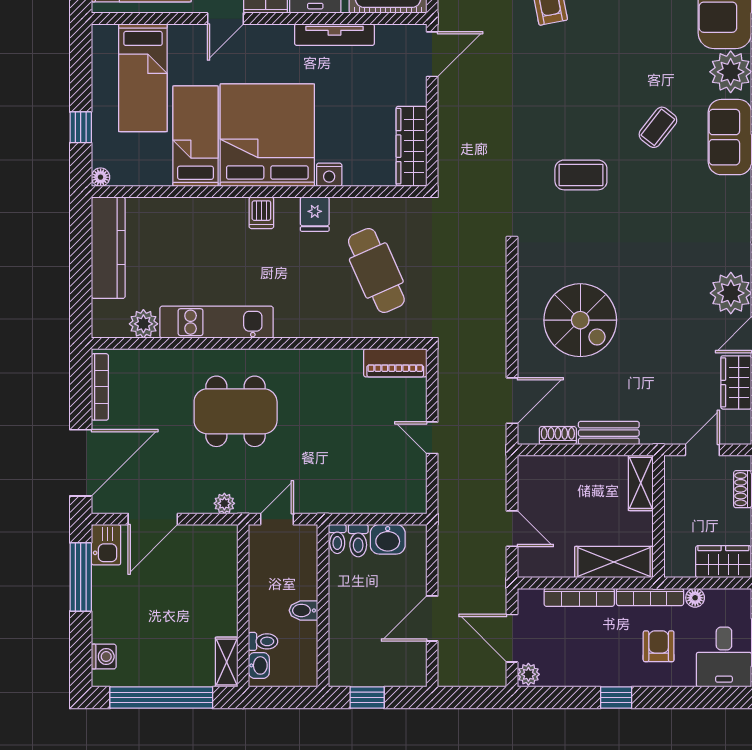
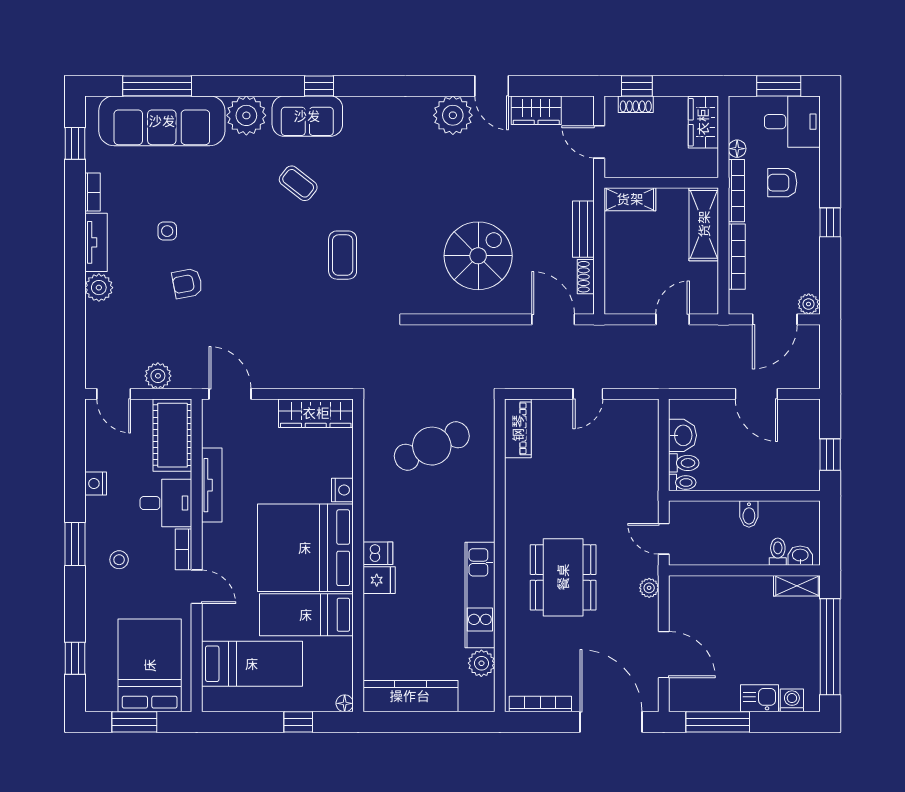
fridge: (315, 214) -> (379, 580), moved
kitchen sink: (106, 545) -> (759, 698), moved

